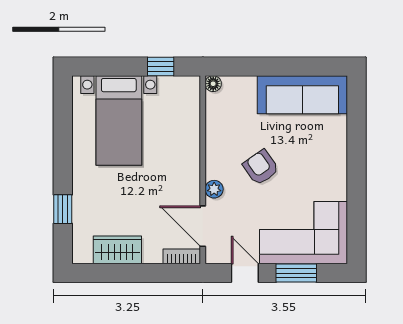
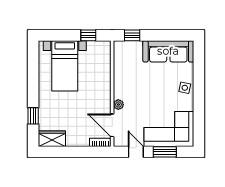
window: (238, 66) -> (132, 35), added
floor lamp: (213, 84) -> (118, 45), removed
side table: (332, 159) -> (185, 88), added
armchair: (261, 167) -> (145, 92), removed
wardrobe: (117, 250) -> (52, 139), moved

